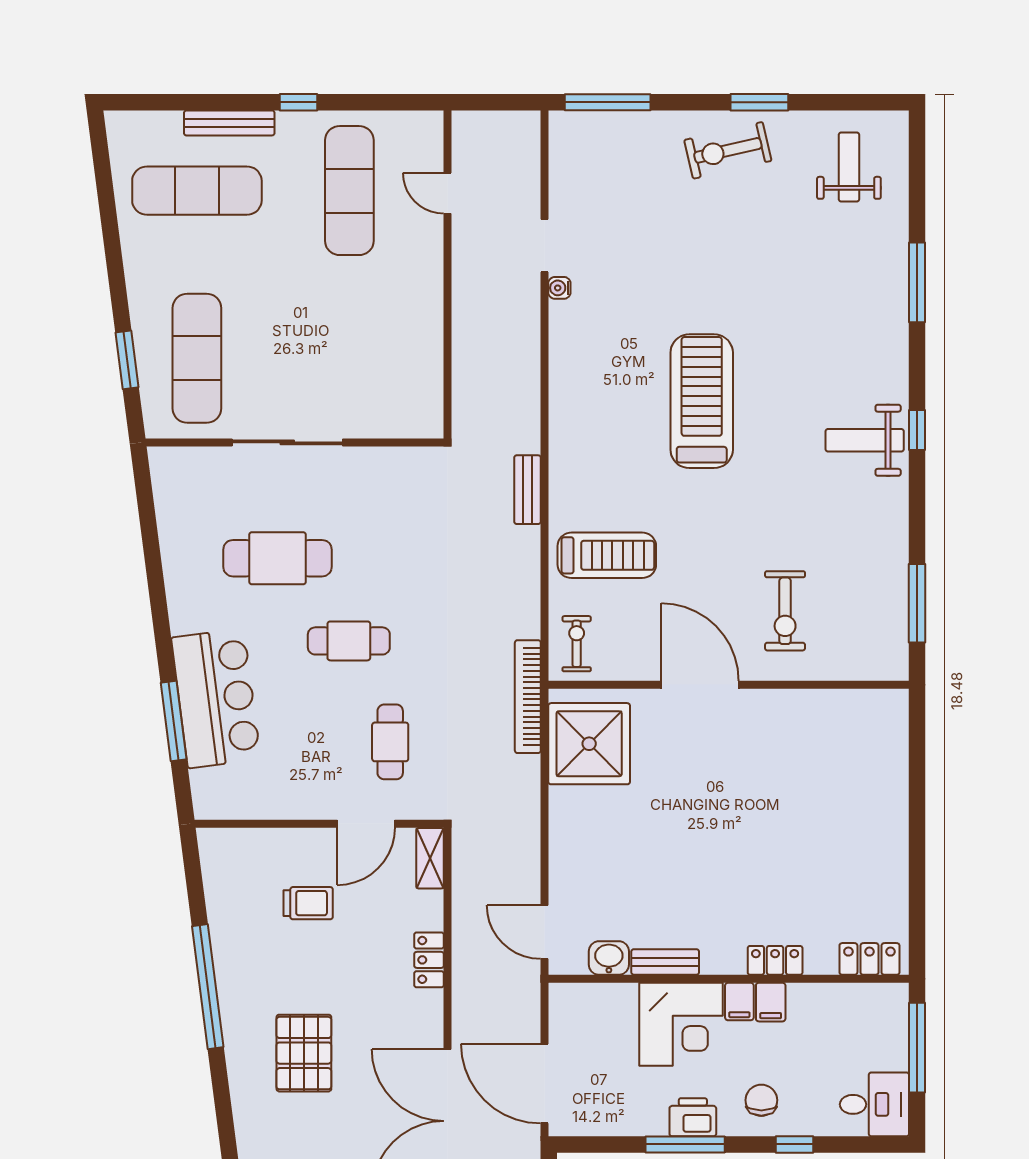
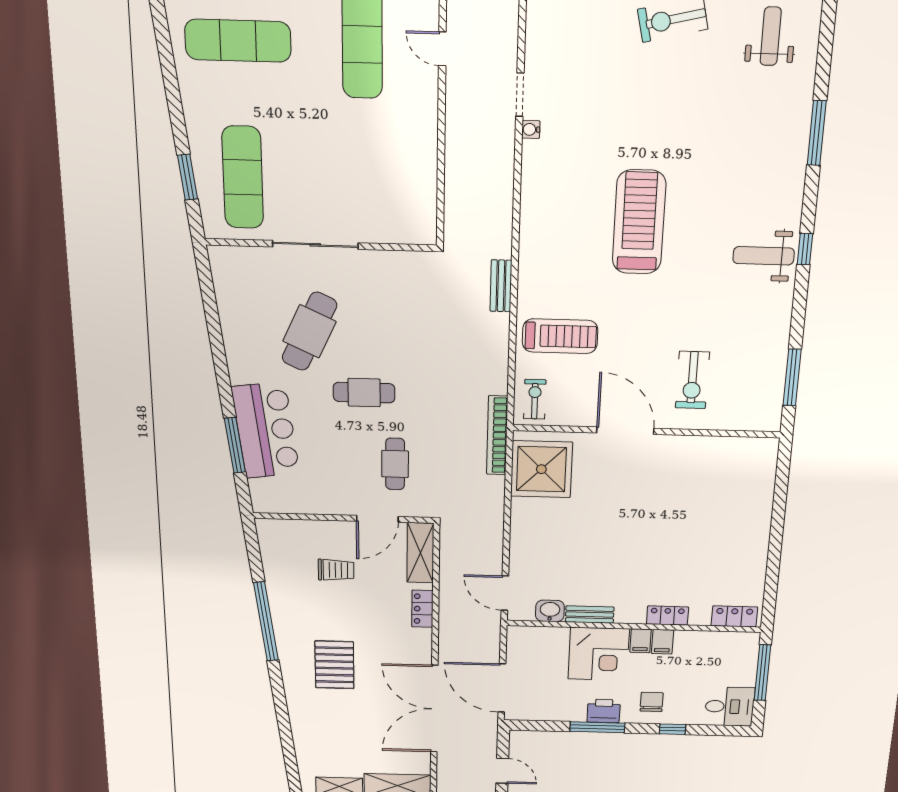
cafe table: (278, 558) -> (309, 331), turned -65
shelving: (430, 858) -> (420, 553), width x1.50, depth x1.33

